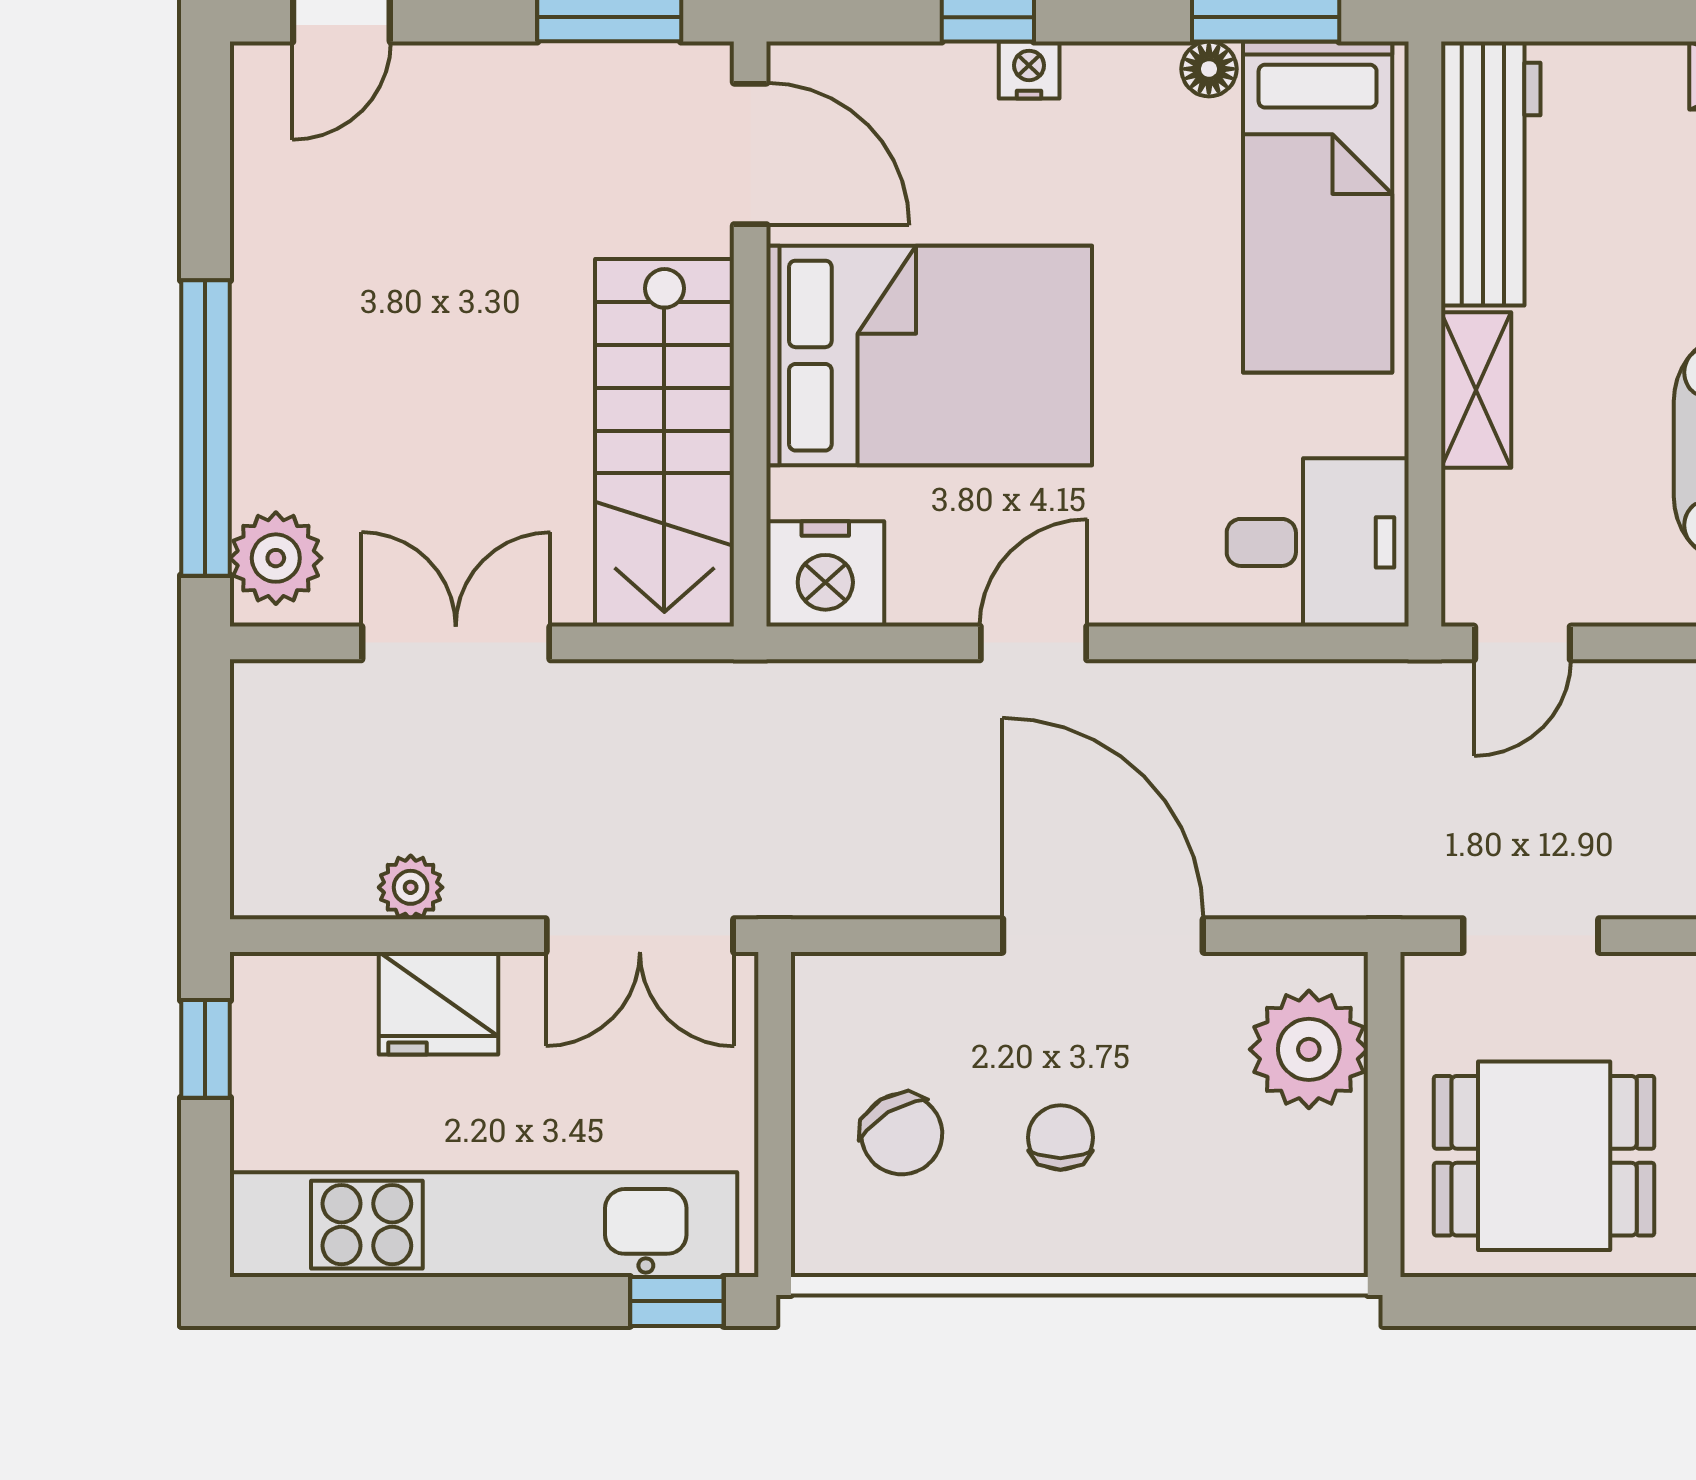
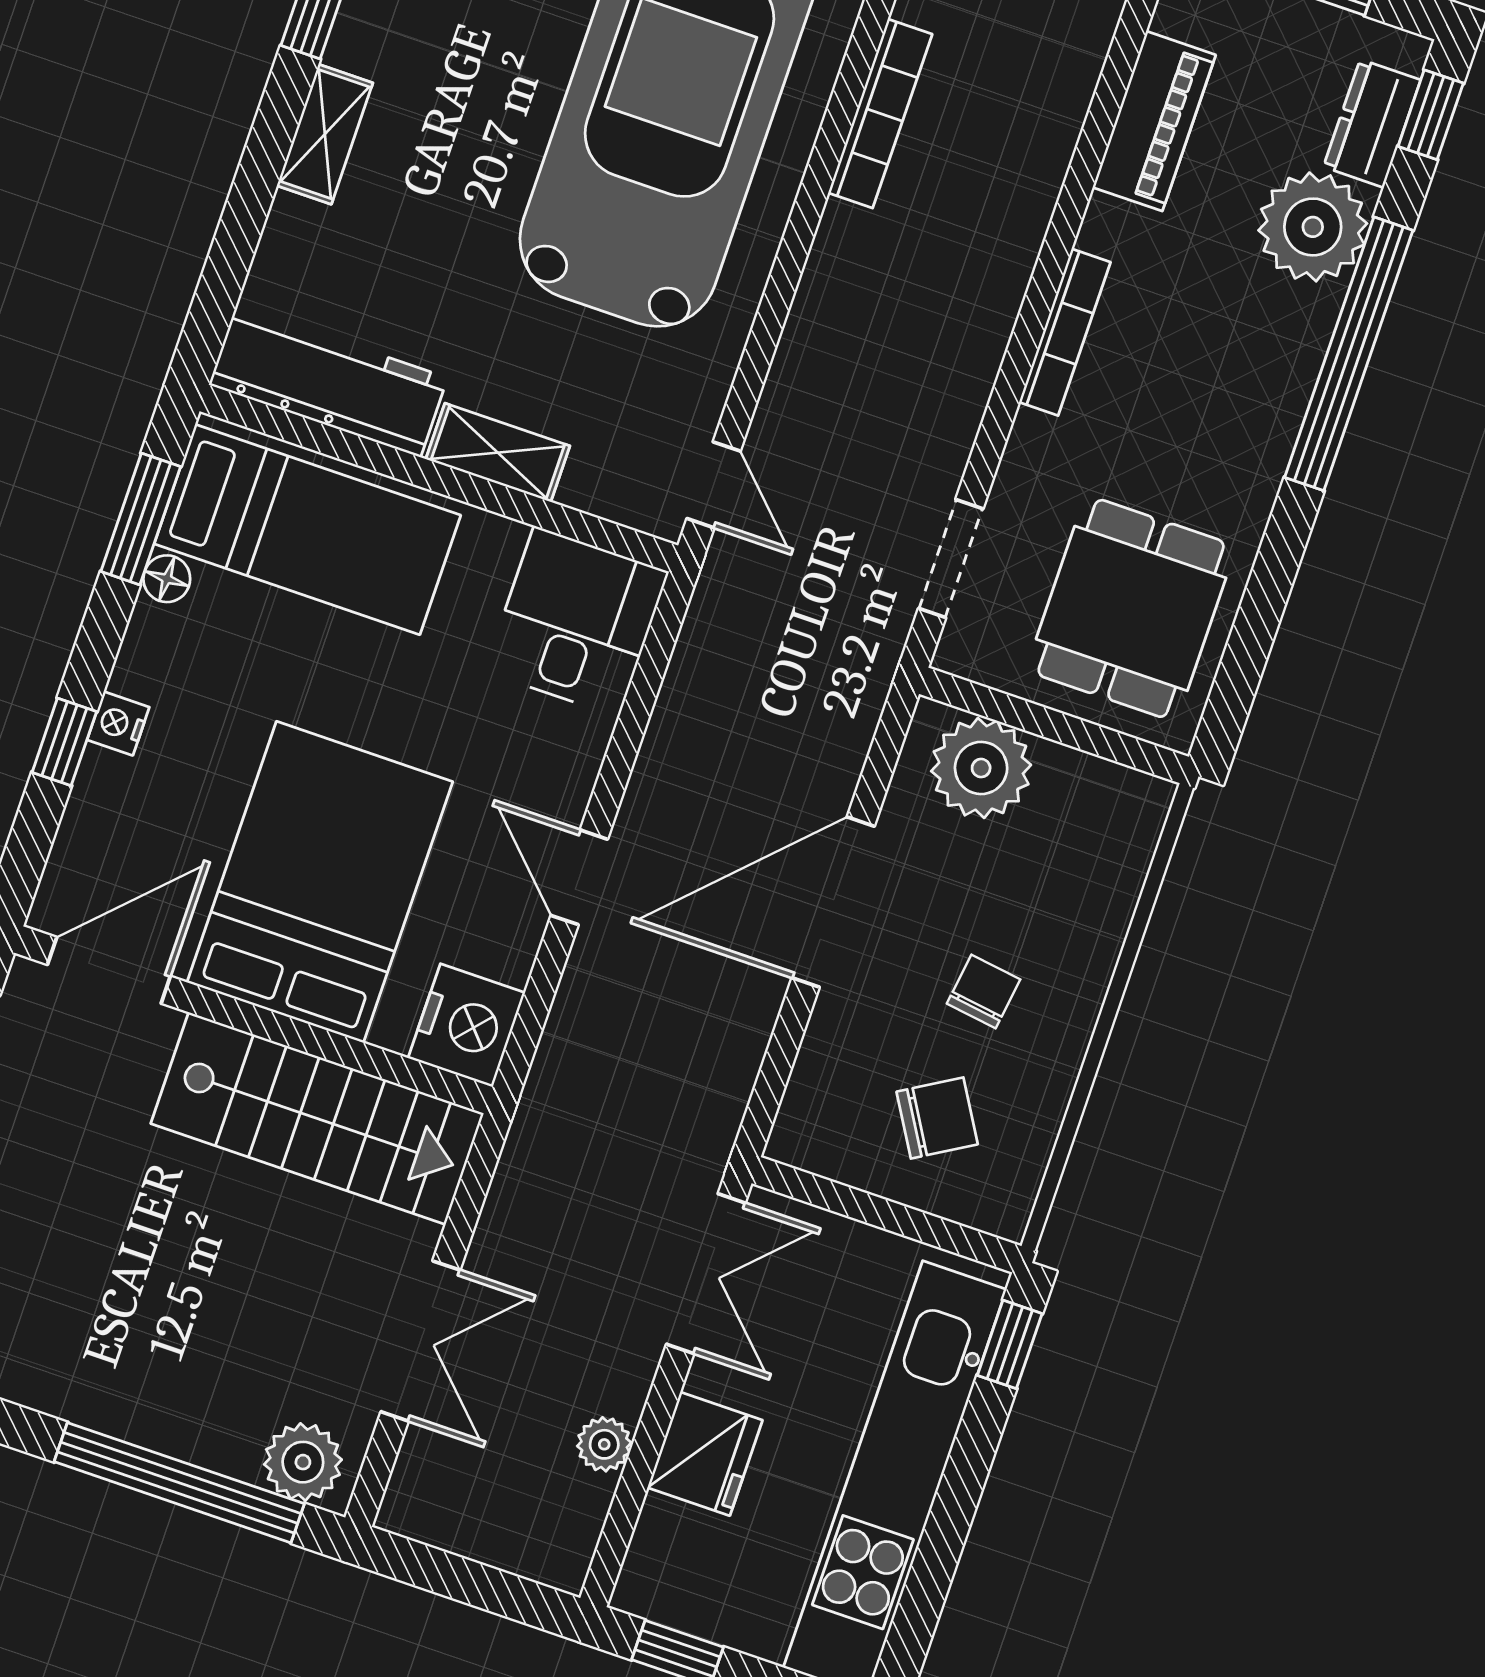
double door: (456, 643) -> (421, 1341), swing flipped
chair: (1060, 1137) -> (984, 991), turned 98

